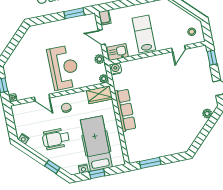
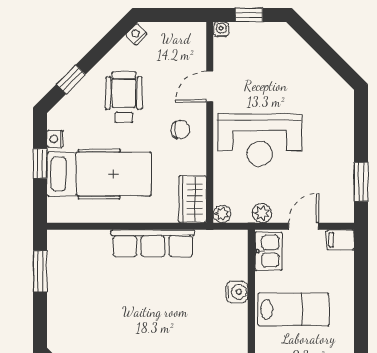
water cooler: (115, 69) -> (237, 292), moved

